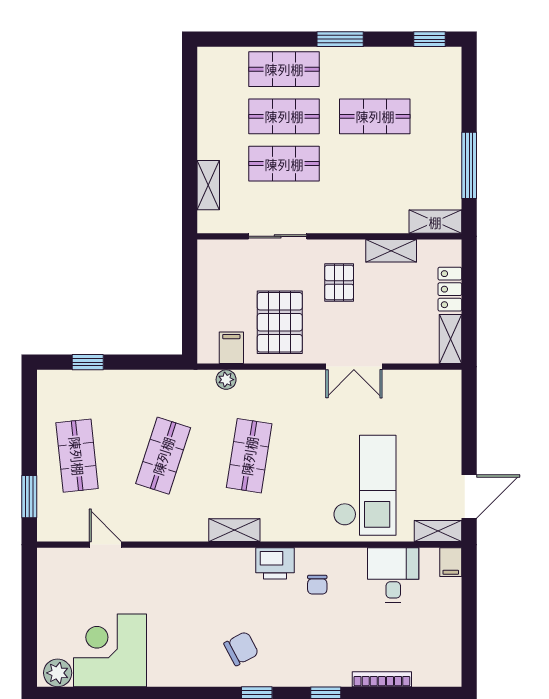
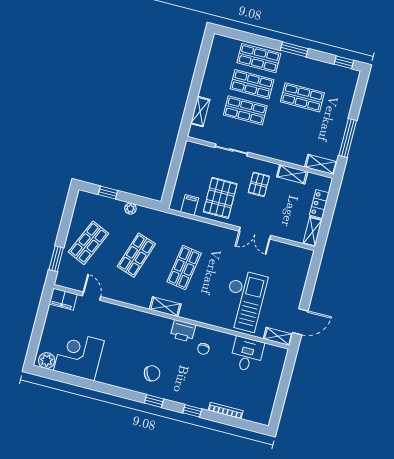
plant: (226, 380) -> (130, 209), moved
shop shelf: (77, 456) -> (89, 243), turned 30
filing cabinet: (451, 562) -> (63, 299), moved, width x2.00

